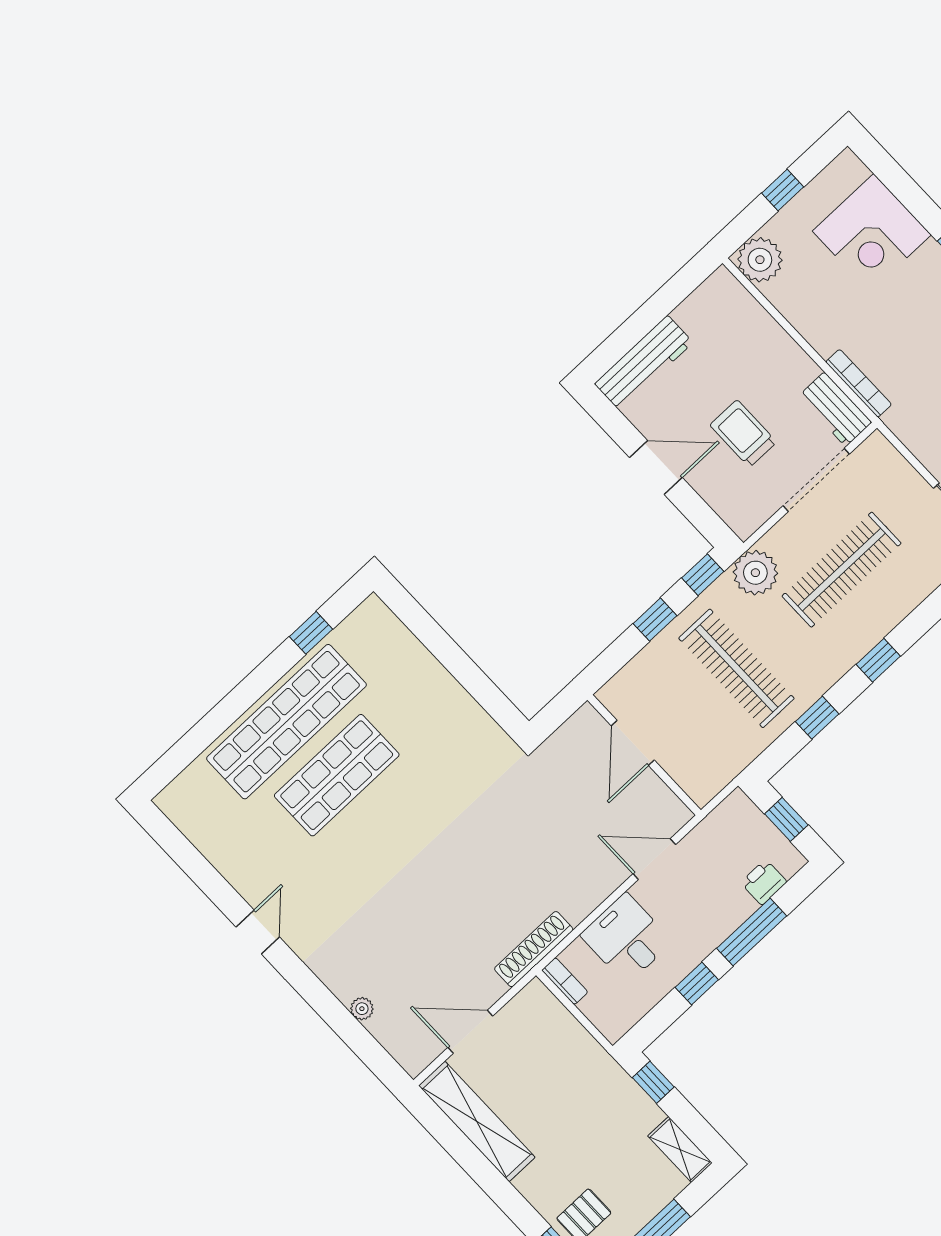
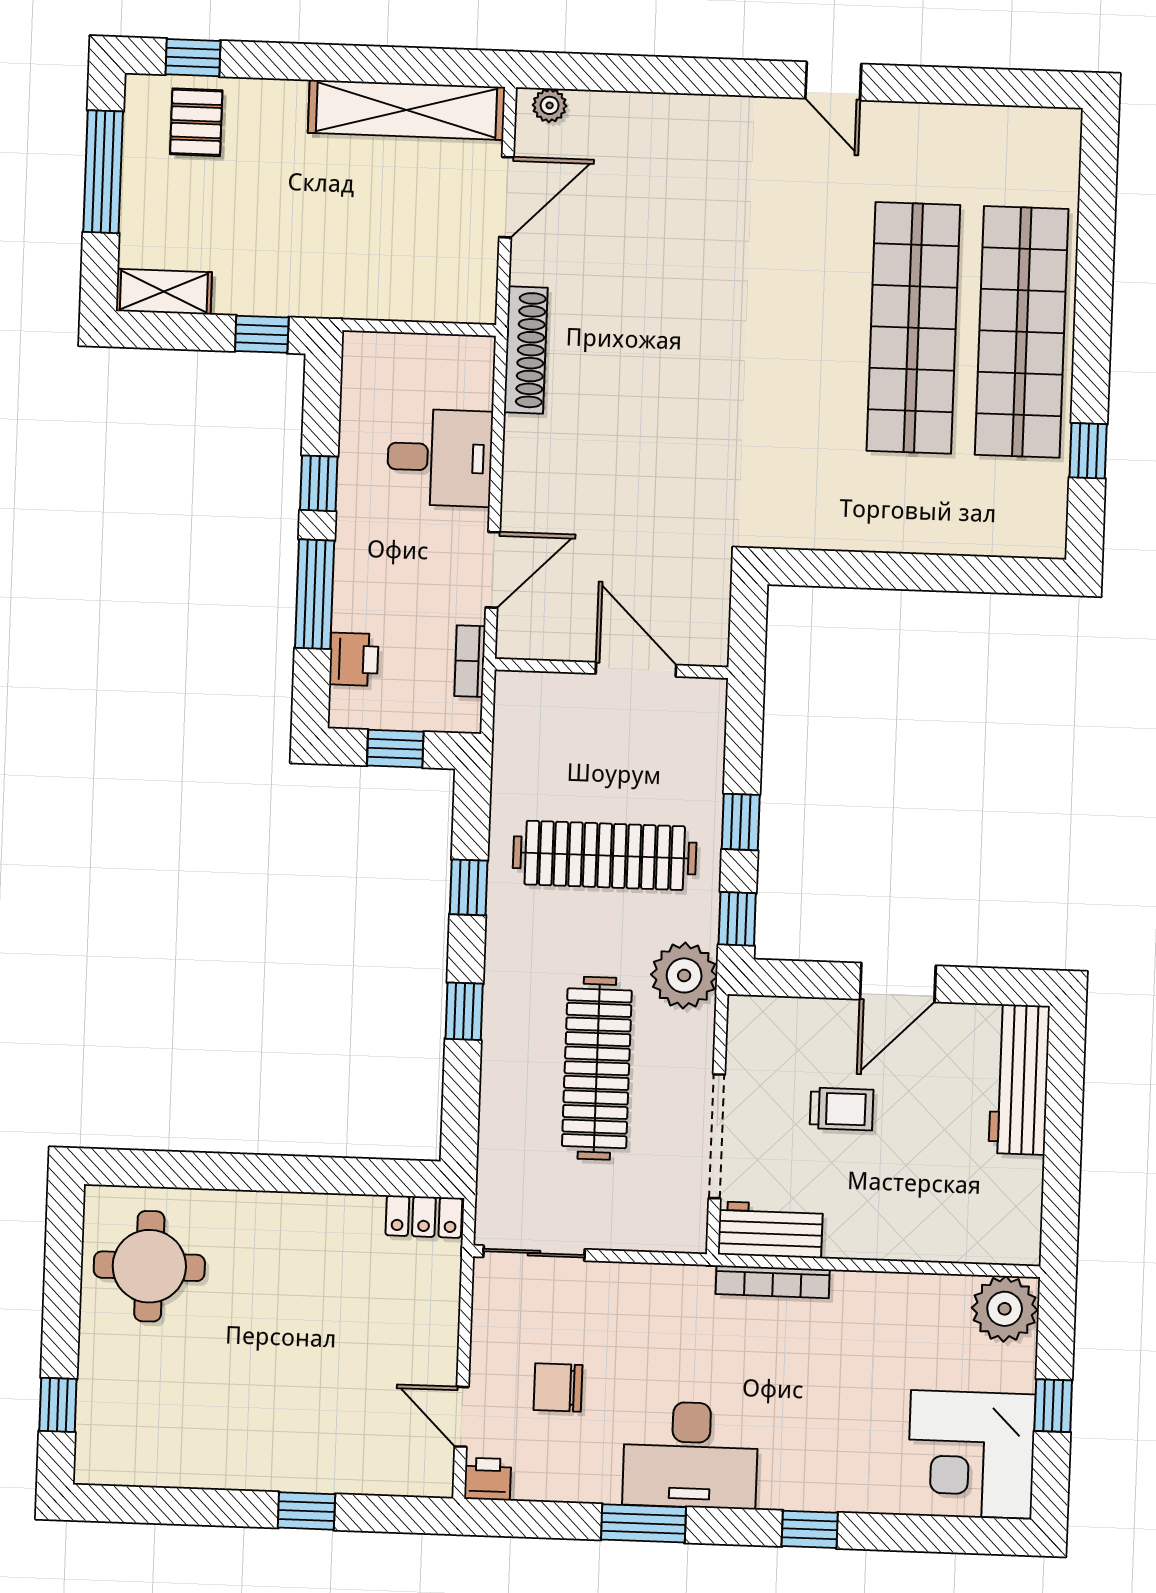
corner desk: (872, 233) -> (971, 1454), moved, turned -90
trolley: (743, 434) -> (841, 1109), width x0.73, depth x0.72
shop shelf: (337, 775) -> (913, 328), width x1.40
bookcase: (565, 981) -> (470, 661), moved, turned 90
plant: (362, 1009) -> (550, 105), moved

